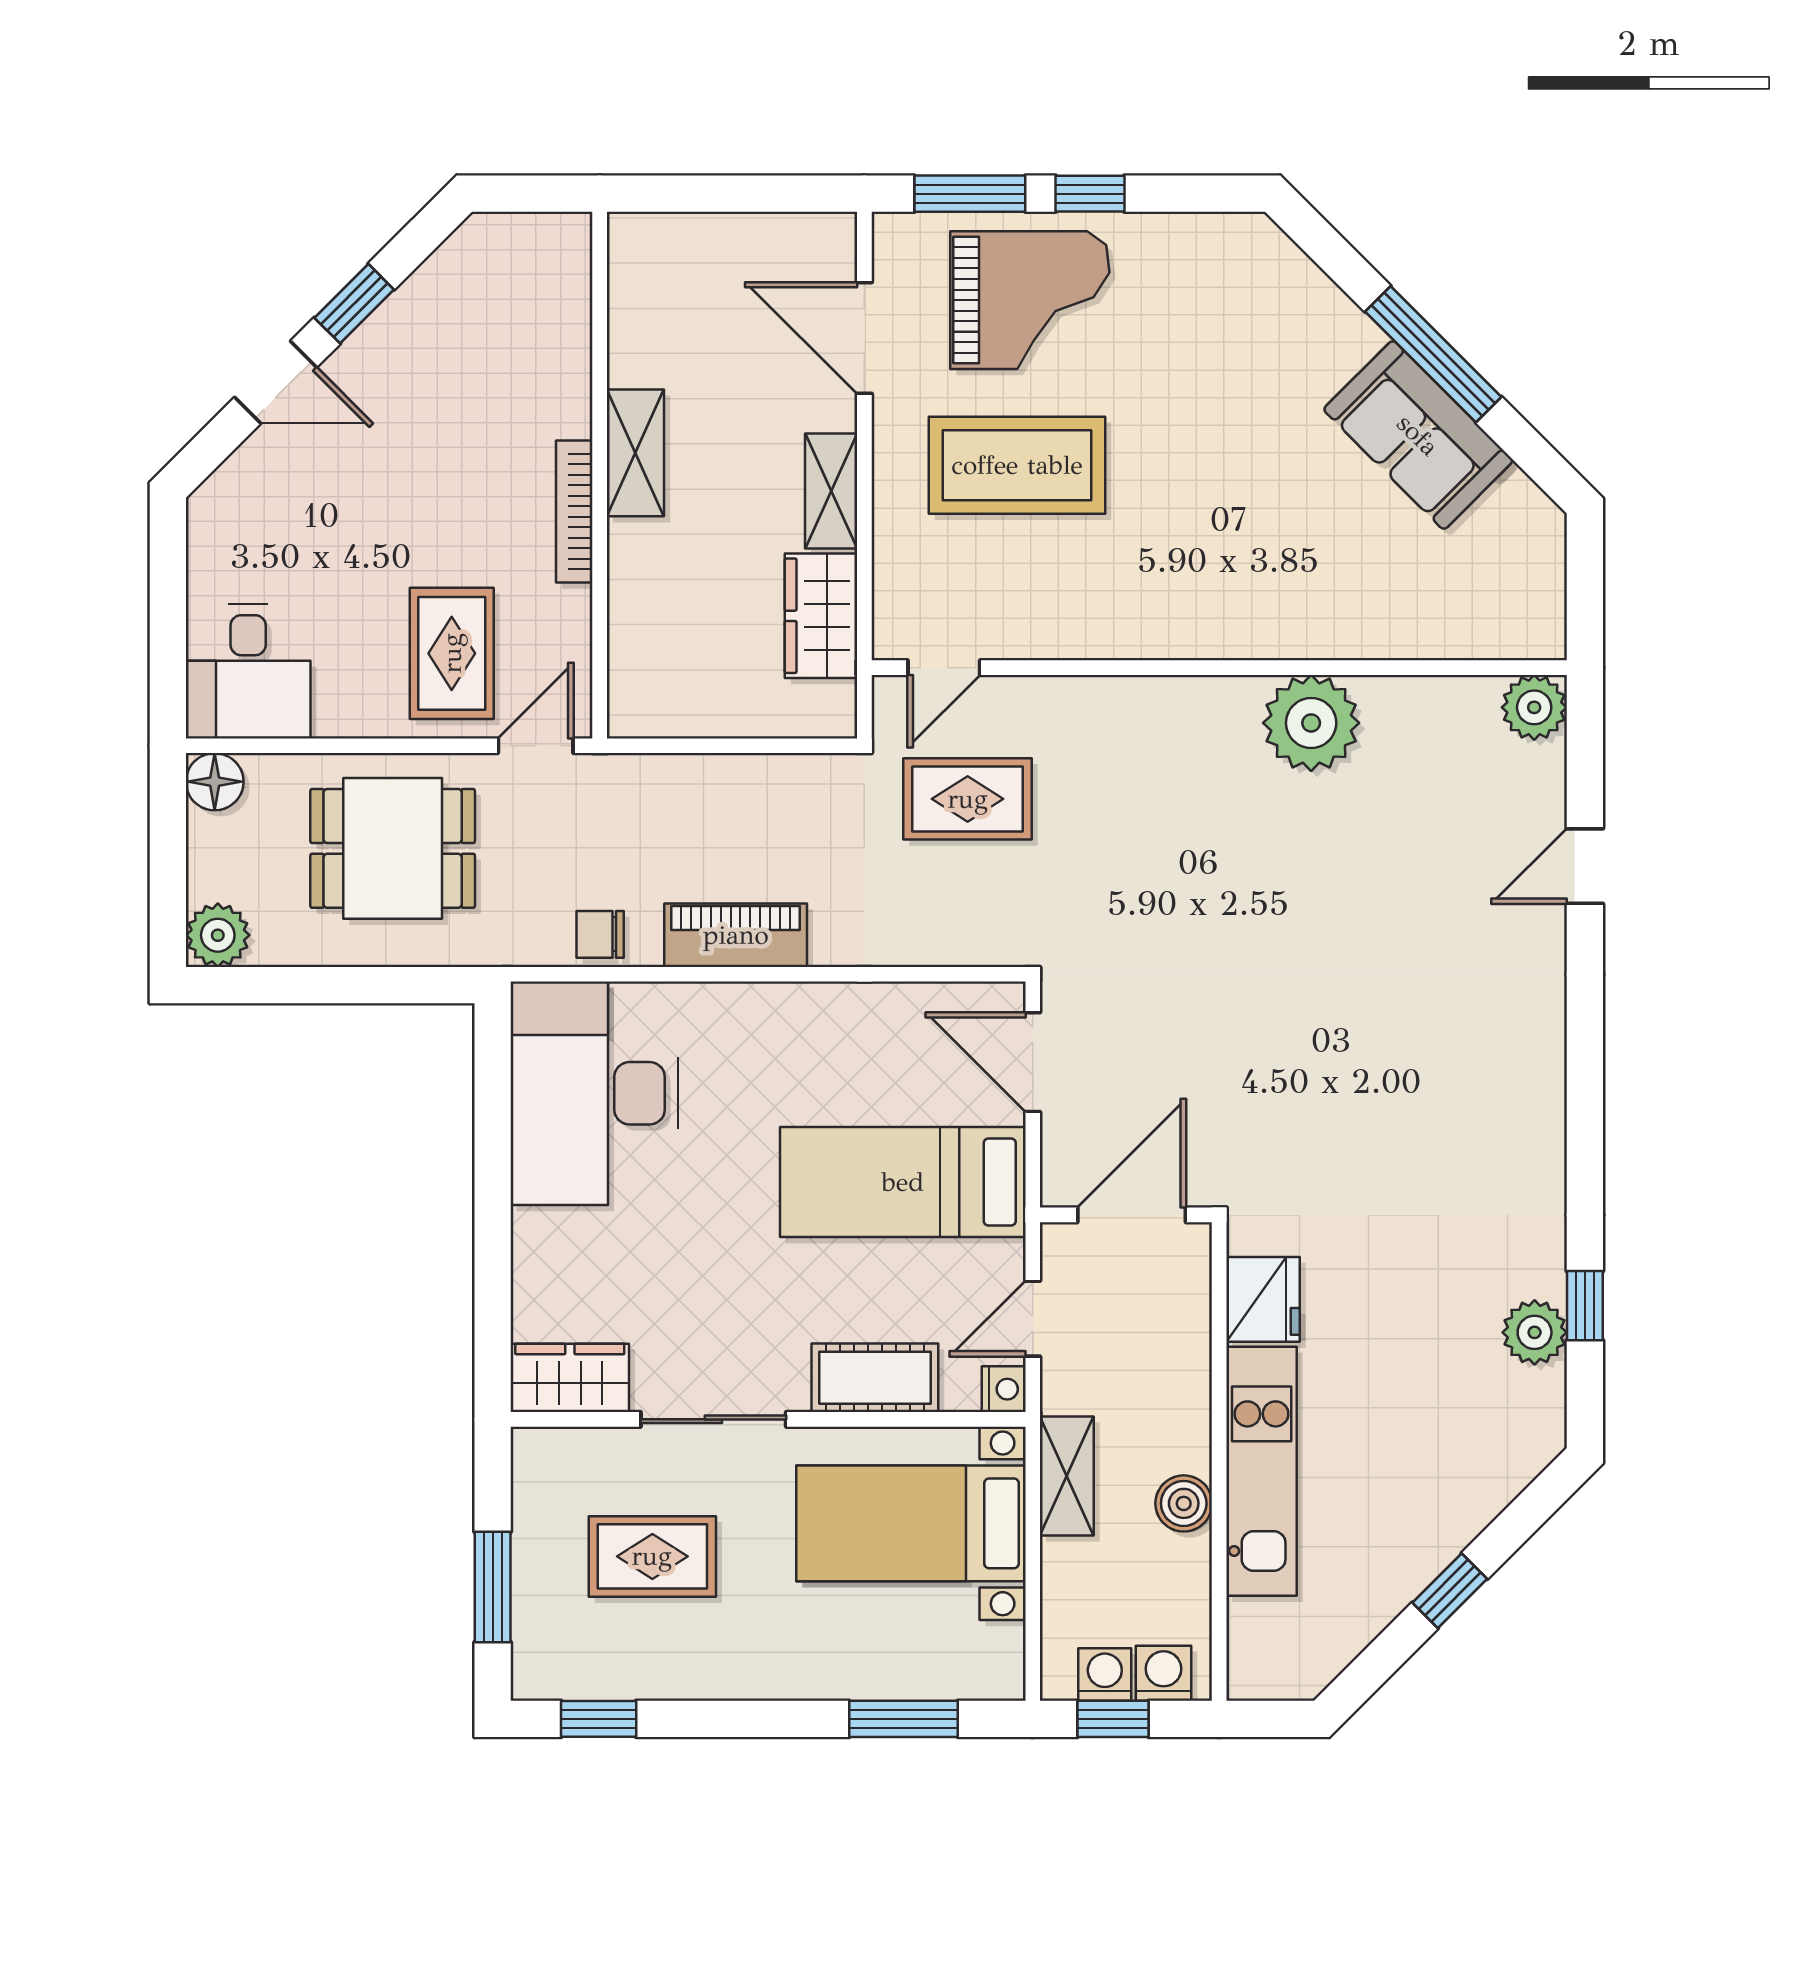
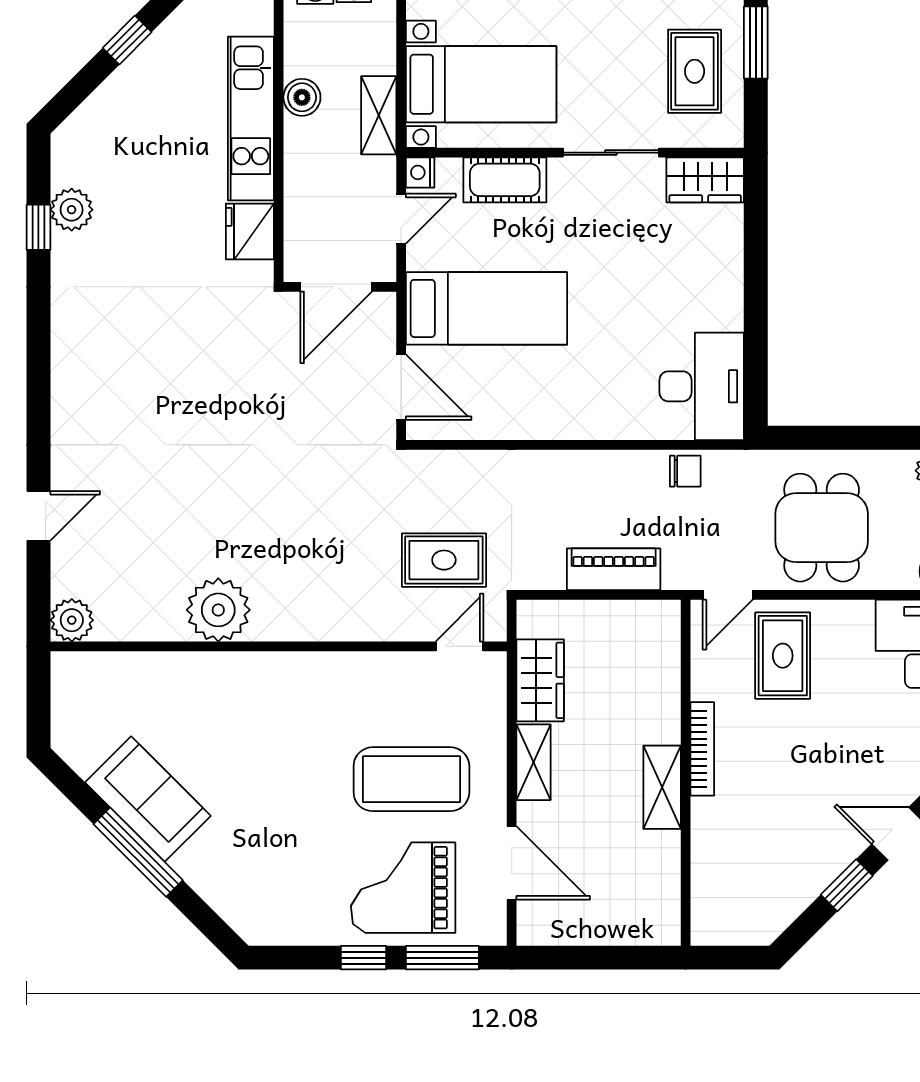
dining table: (393, 848) -> (822, 528), turned 90
piano: (736, 935) -> (614, 569), moved, turned 180
desk: (594, 1093) -> (702, 386), width x0.73, depth x0.77
rug: (652, 1556) -> (695, 71), moved, turned 90

